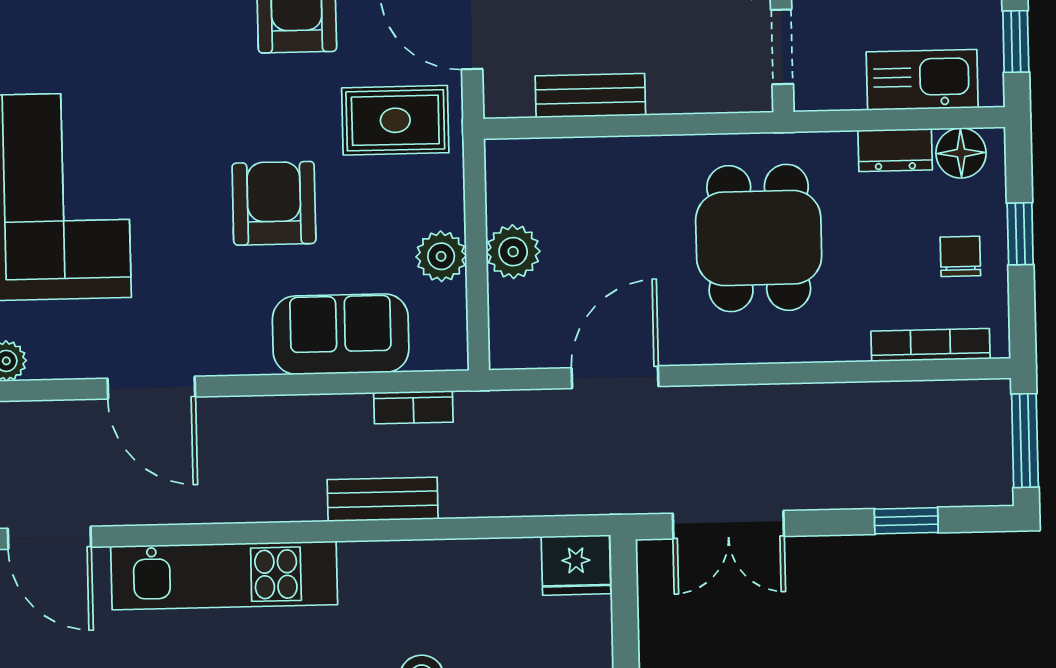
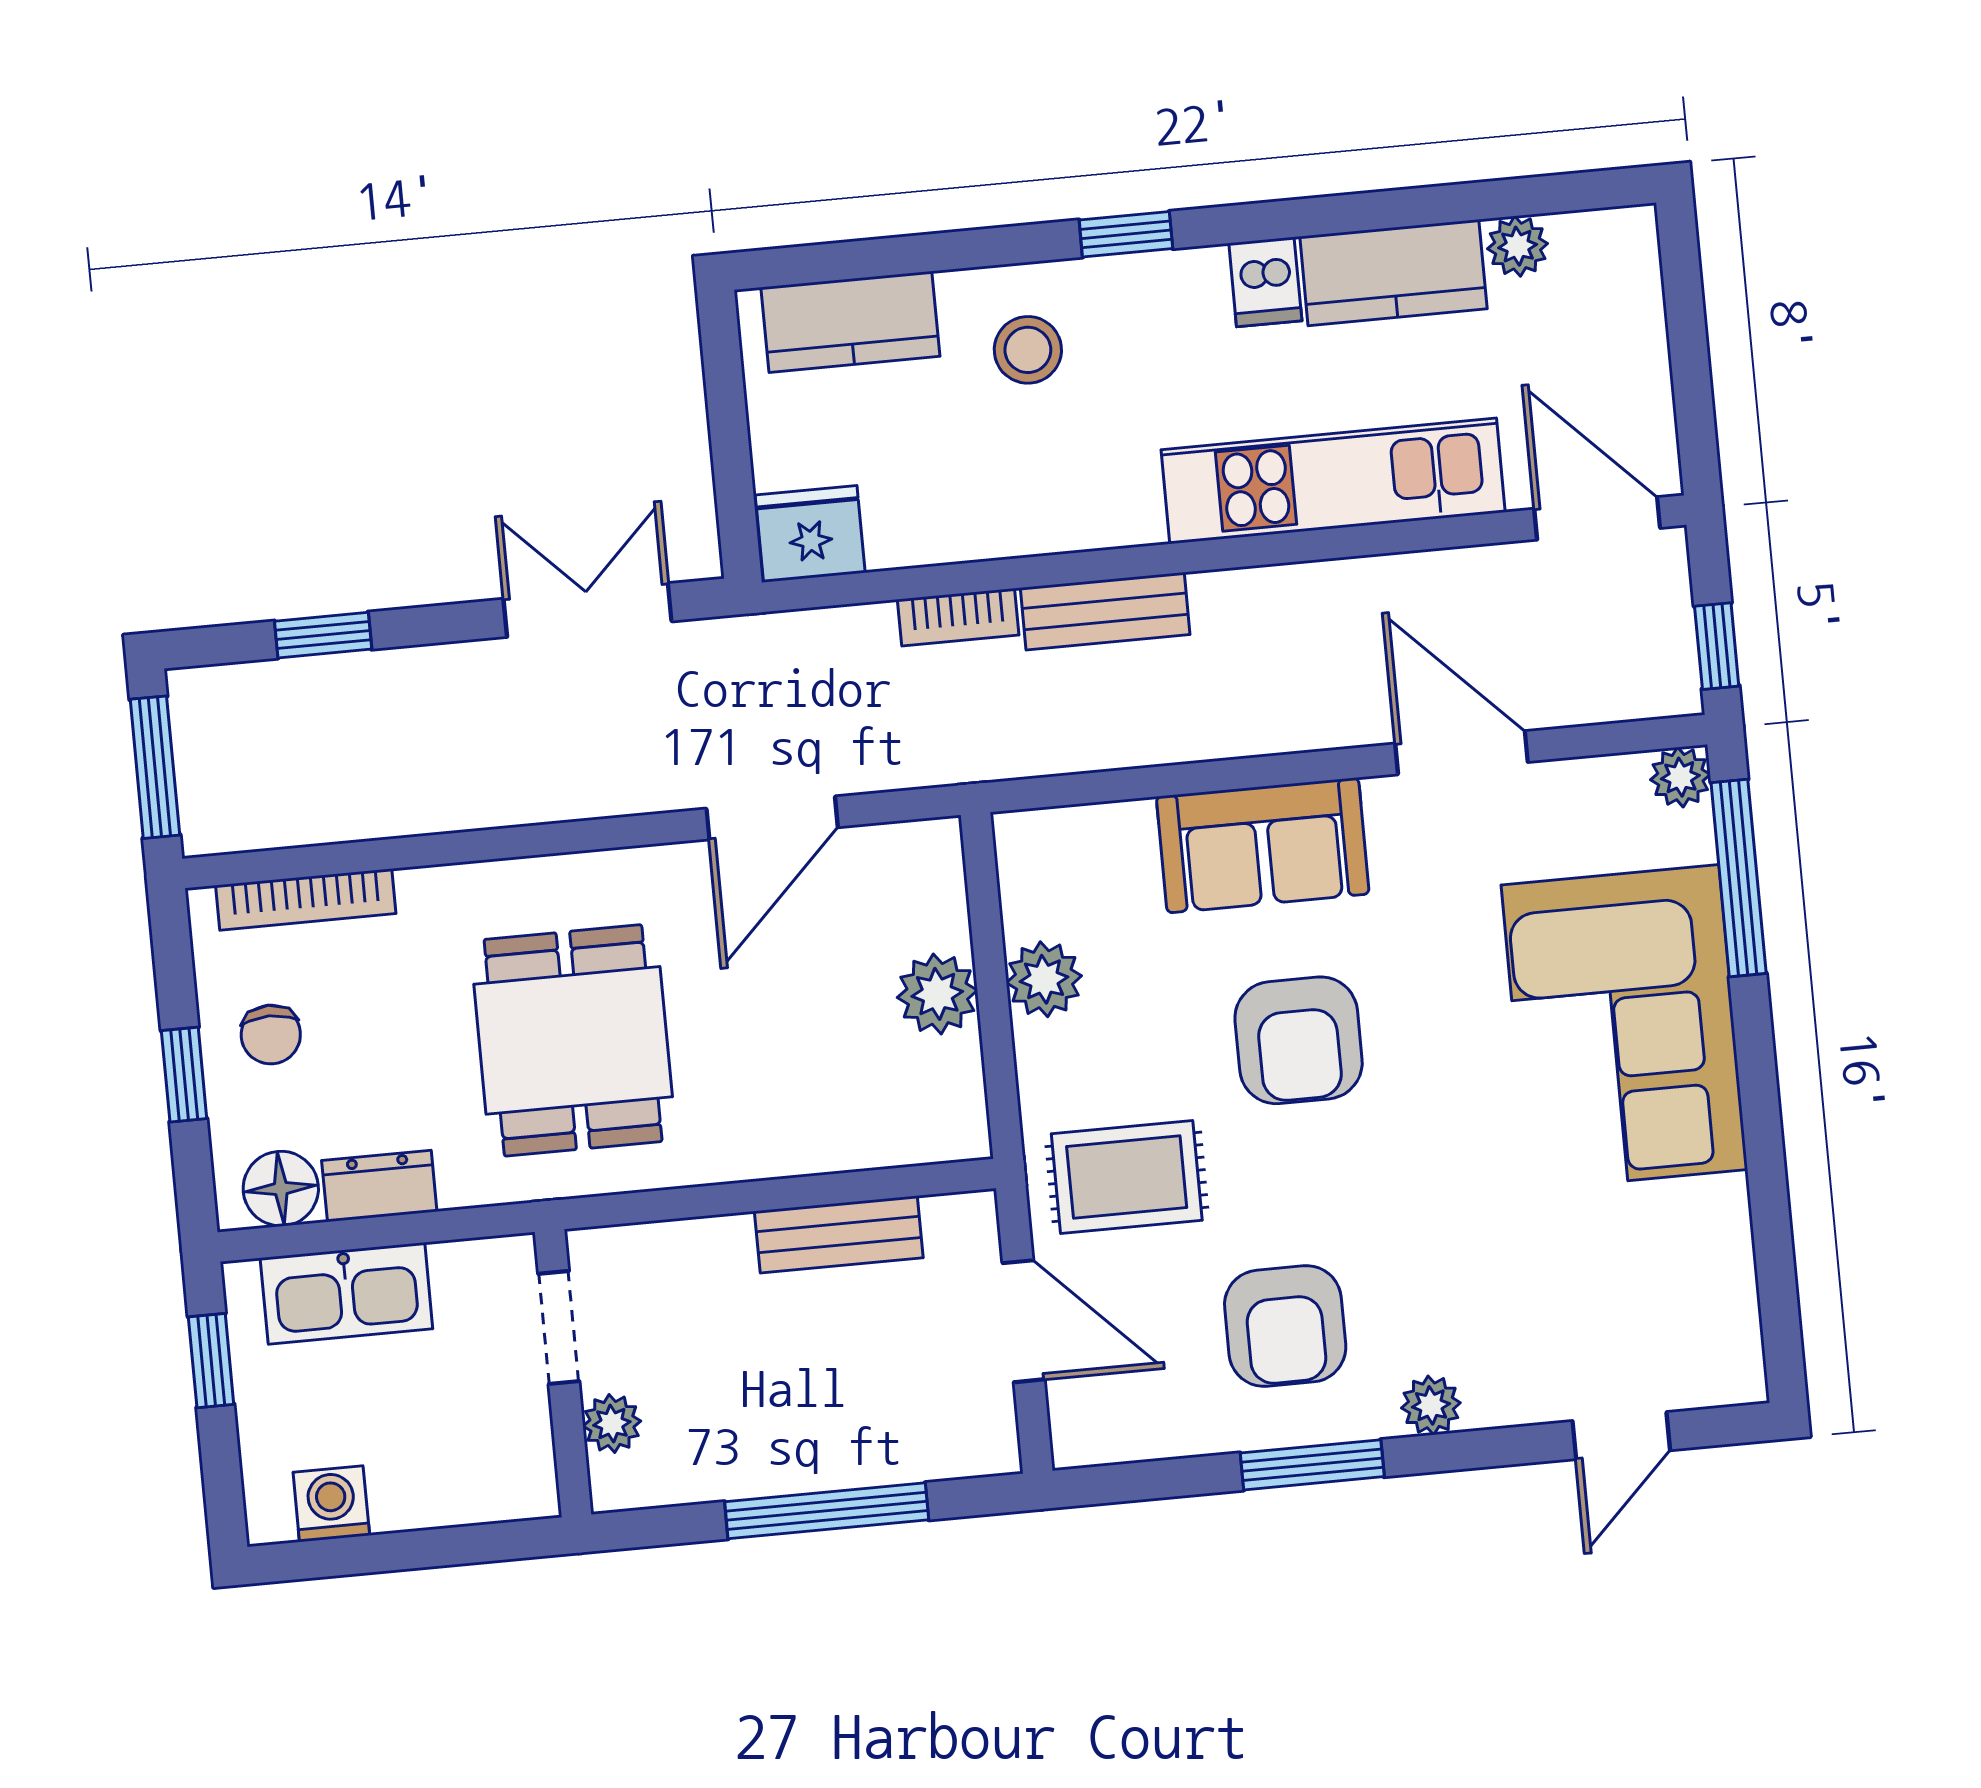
sofa: (341, 334) -> (1263, 845), moved
bookcase: (413, 407) -> (958, 617), moved, turned 180

